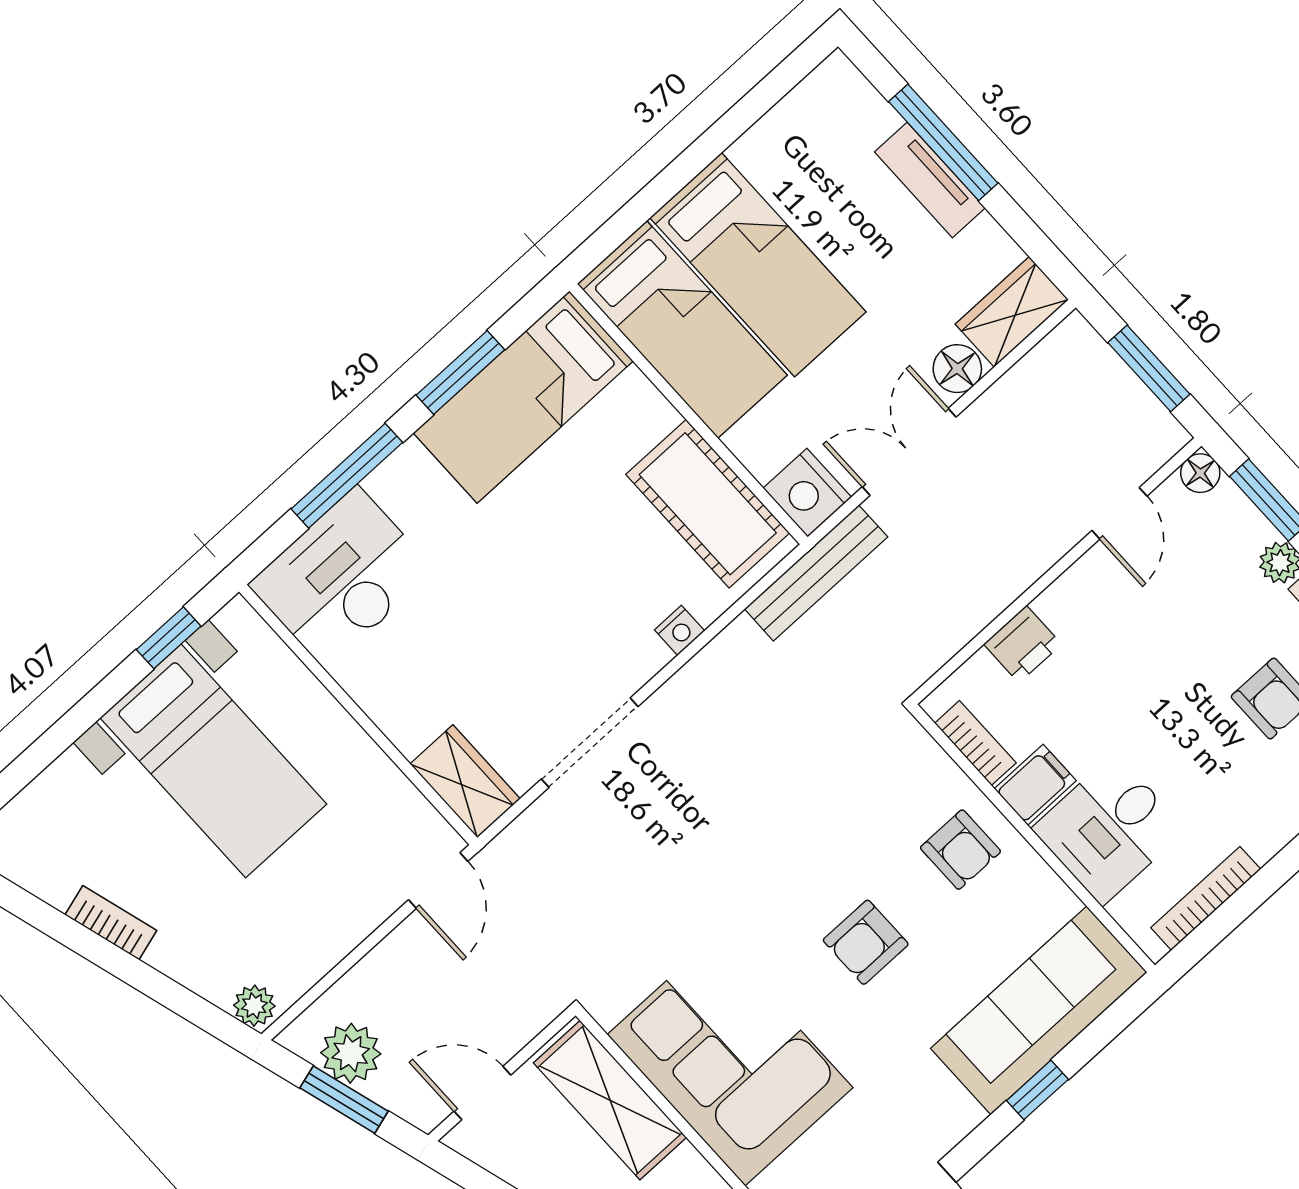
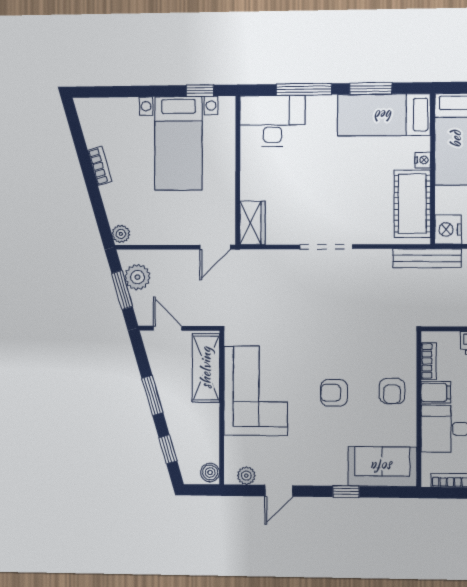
nightstand: (680, 630) -> (423, 160), moved, turned -90
doorway: (590, 743) -> (326, 247), moved
sofa: (1039, 1010) -> (382, 467), width x0.73

